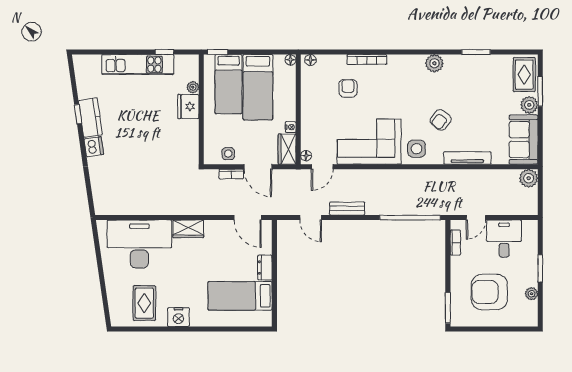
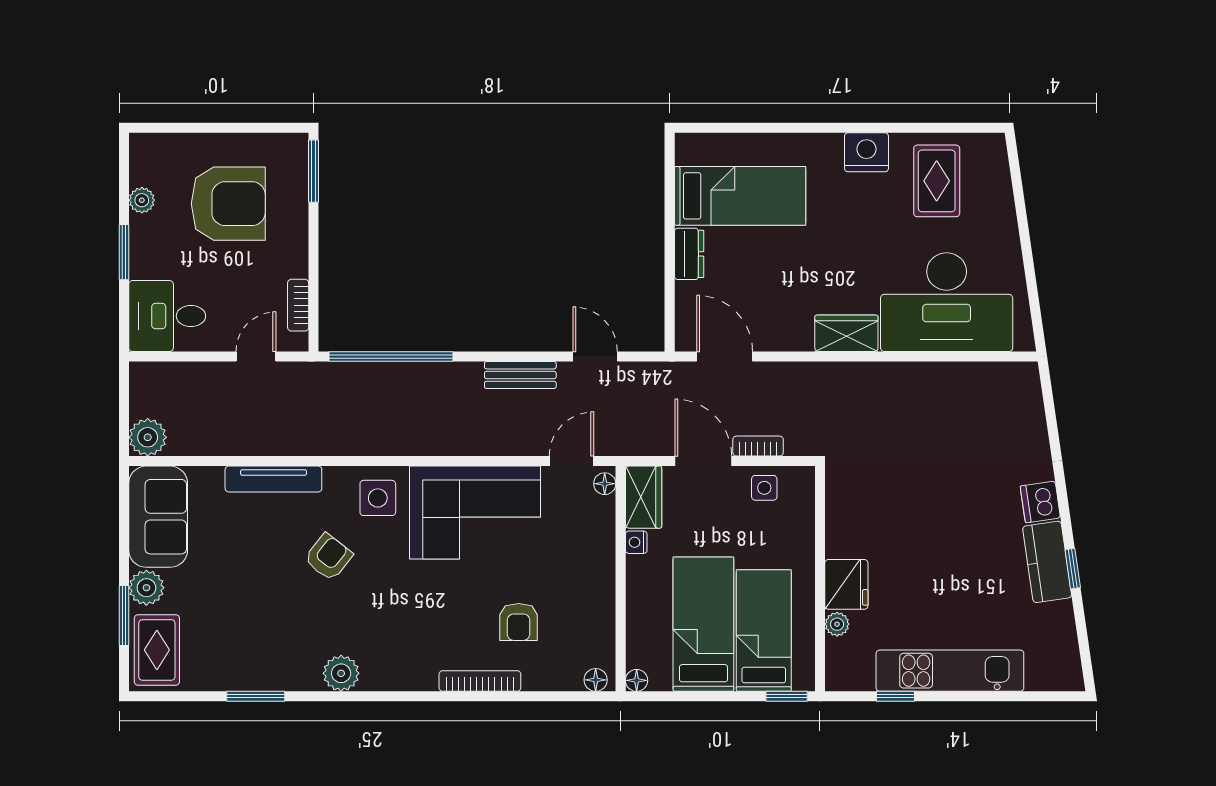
desk: (504, 239) -> (167, 316), moved, turned 90

